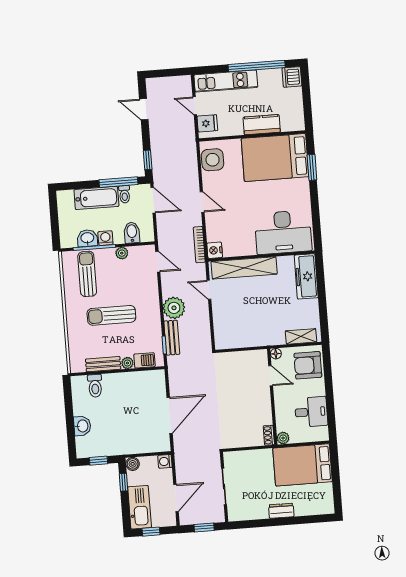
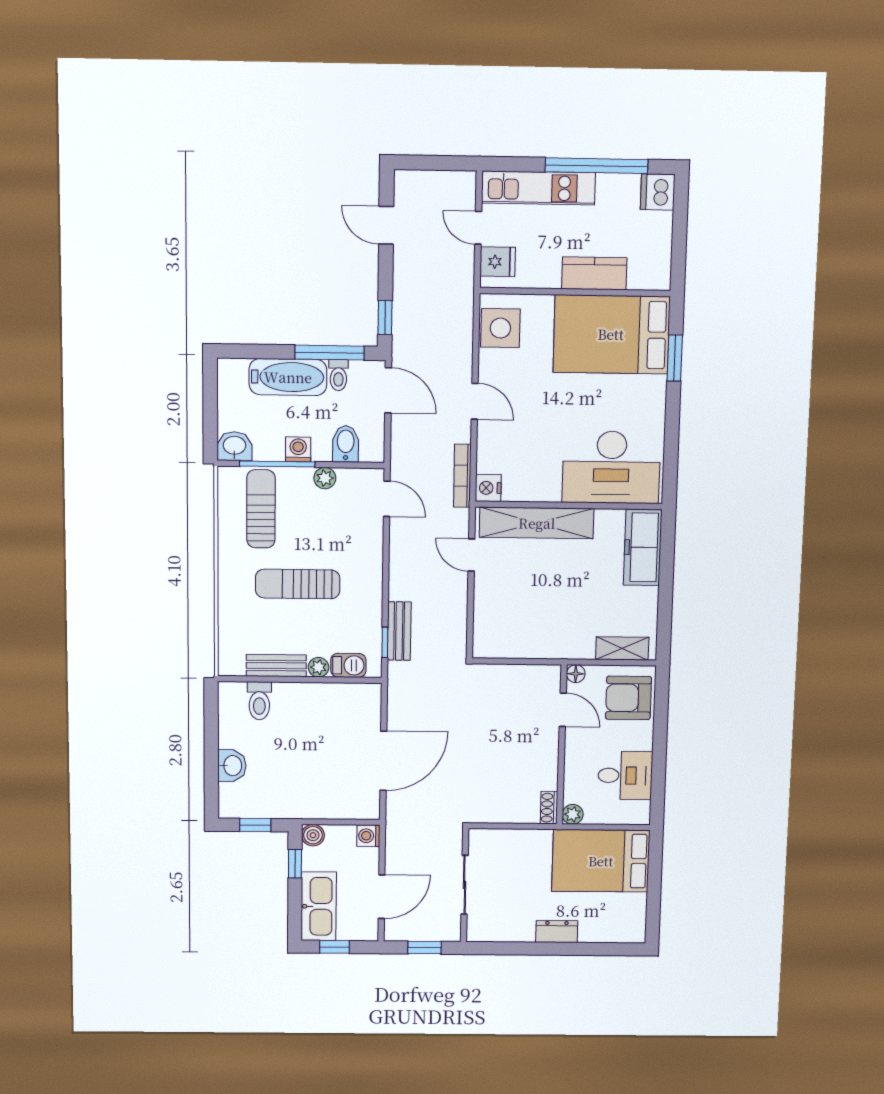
washbasin: (87, 238) -> (234, 446), moved
plant: (174, 308) -> (408, 581), removed

